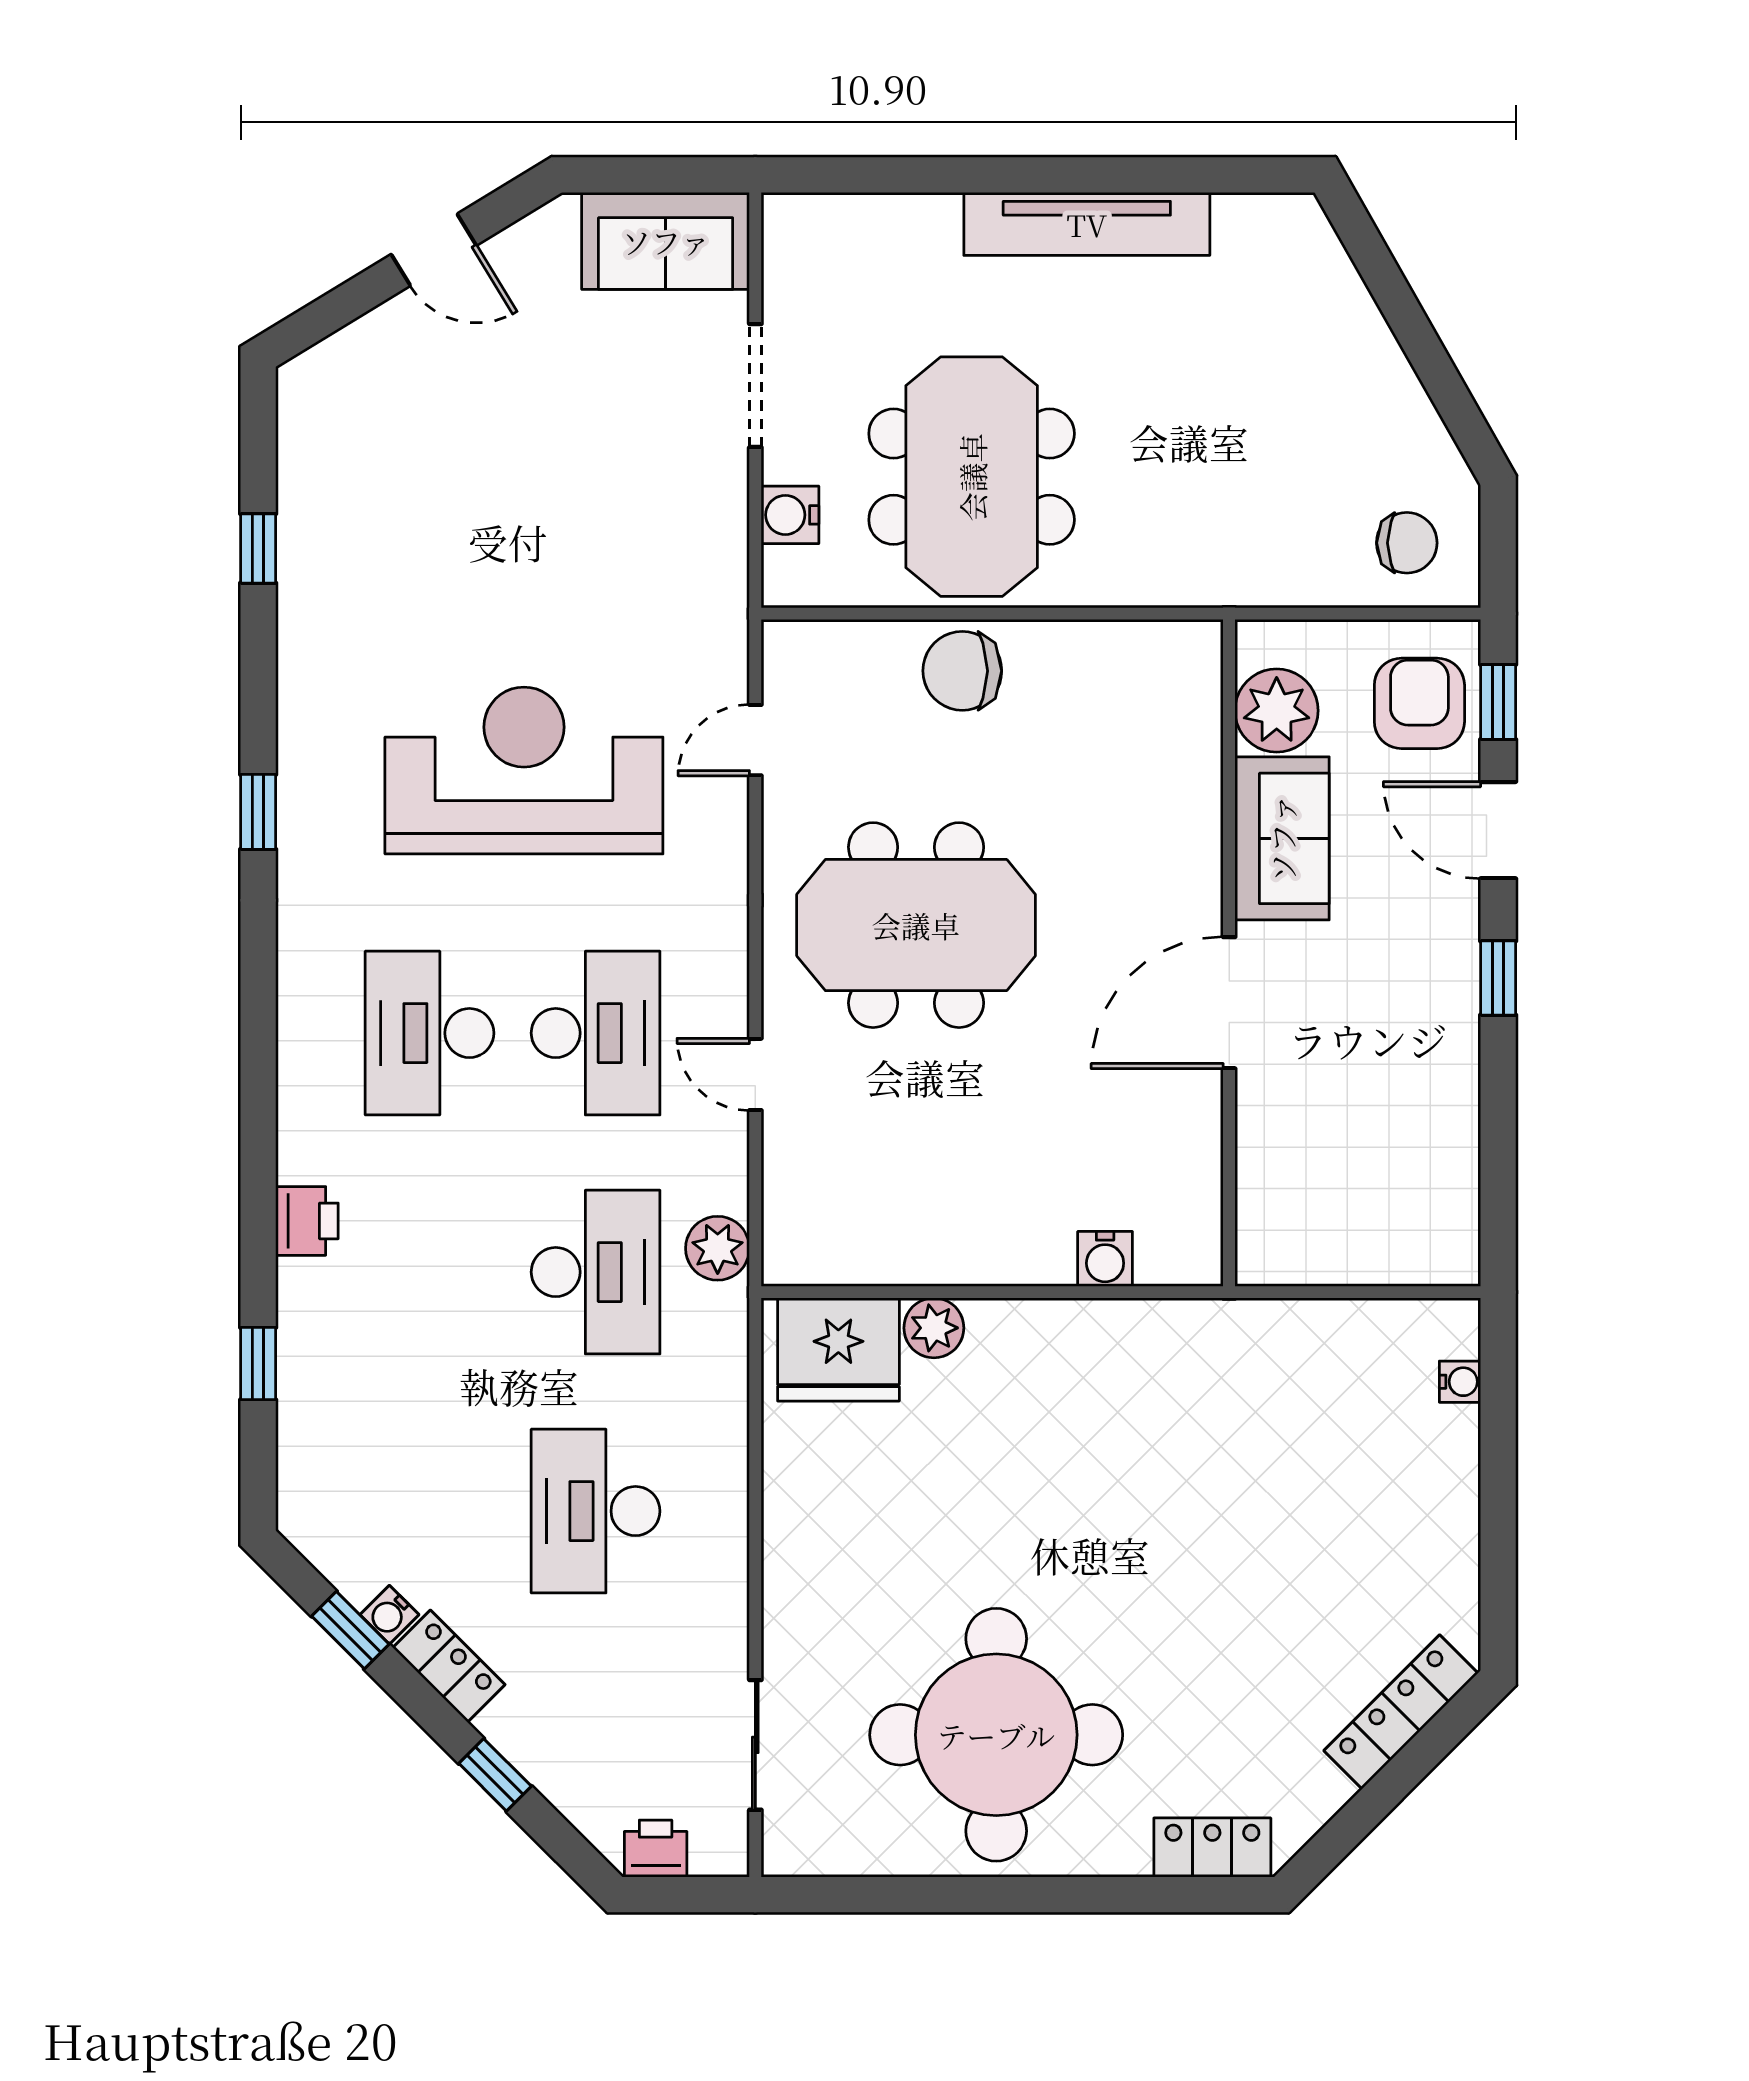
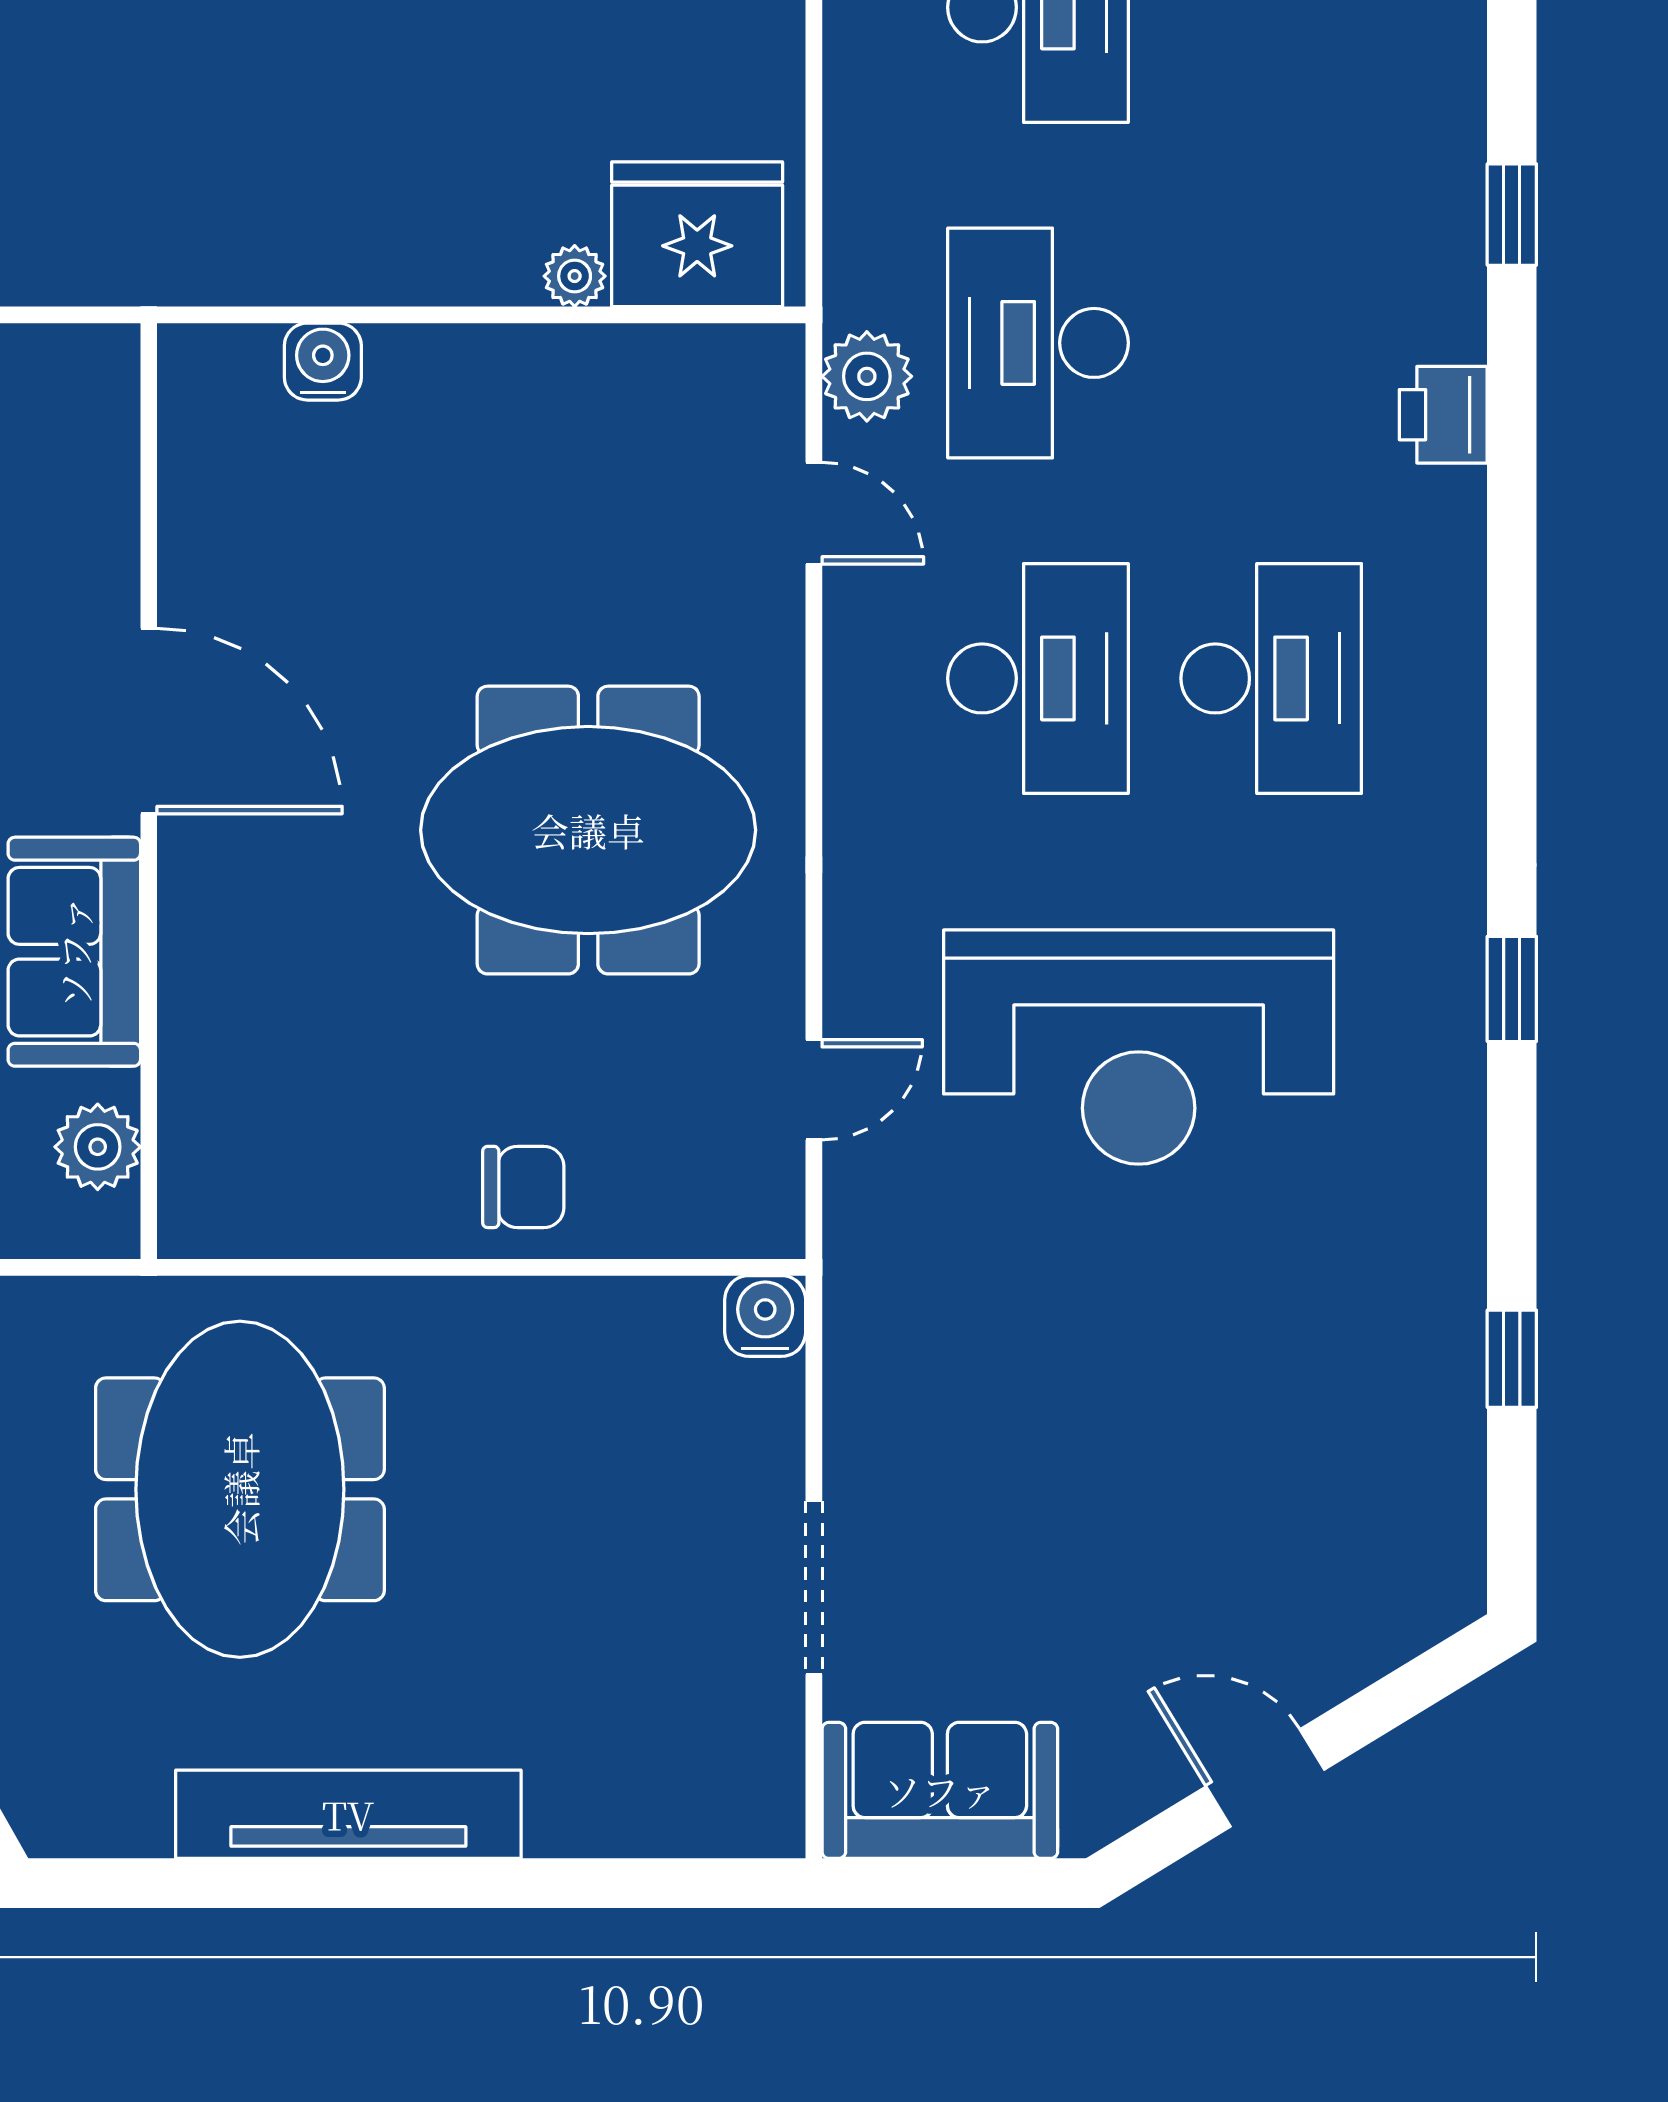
meeting table: (972, 477) -> (240, 1489), moved
water cooler: (790, 515) -> (765, 1316), moved, turned -90
chair: (962, 671) -> (523, 1187), width x0.73, depth x0.73
plant: (1277, 711) -> (98, 1147), width x0.73, depth x0.73
door: (1229, 1003) -> (149, 721), hinge flipped
desk: (596, 1033) -> (1038, 678), turned 180
door: (755, 1074) -> (814, 513), moved
plant: (934, 1328) -> (575, 276), width x0.73, depth x0.73

